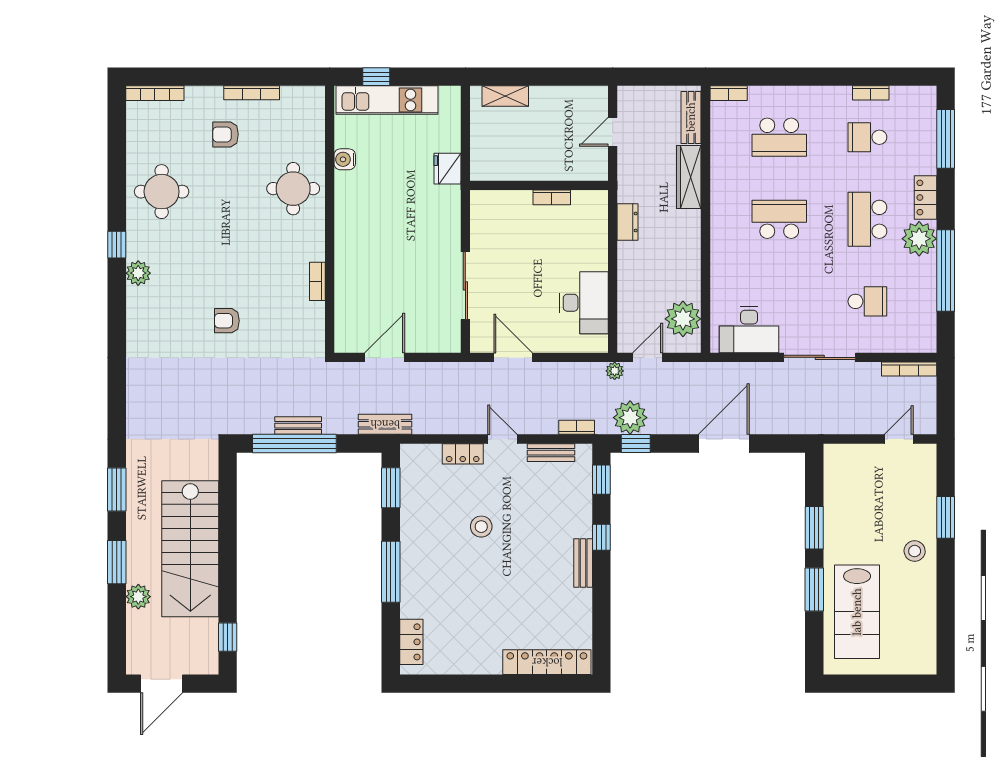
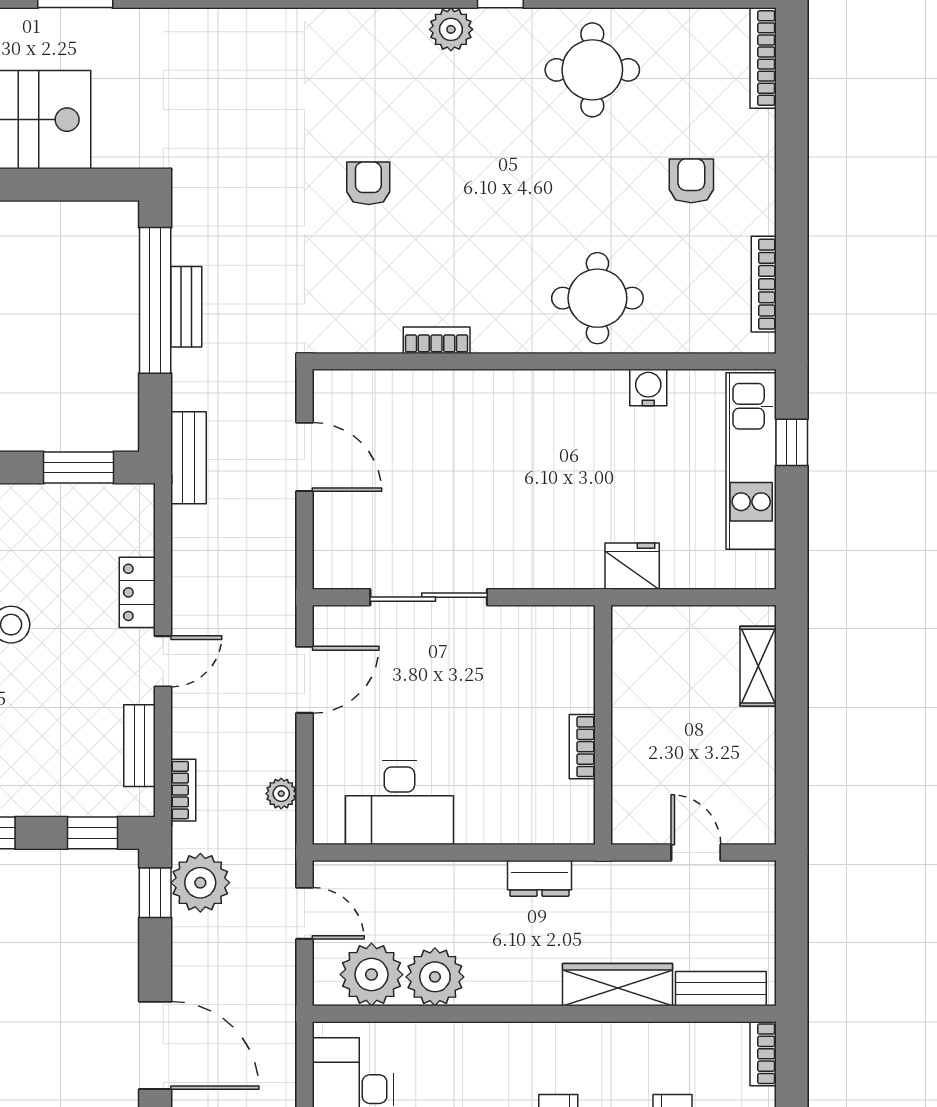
bookcase: (252, 93) -> (764, 284), moved
plant: (684, 282) -> (435, 977), added
plant: (615, 371) -> (281, 794), moved

